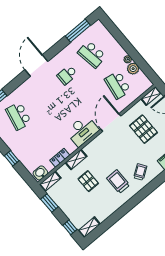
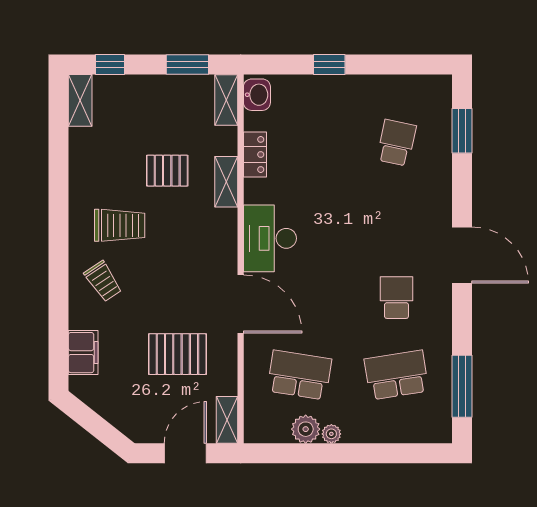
school desk: (18, 116) -> (396, 143), width x0.54

